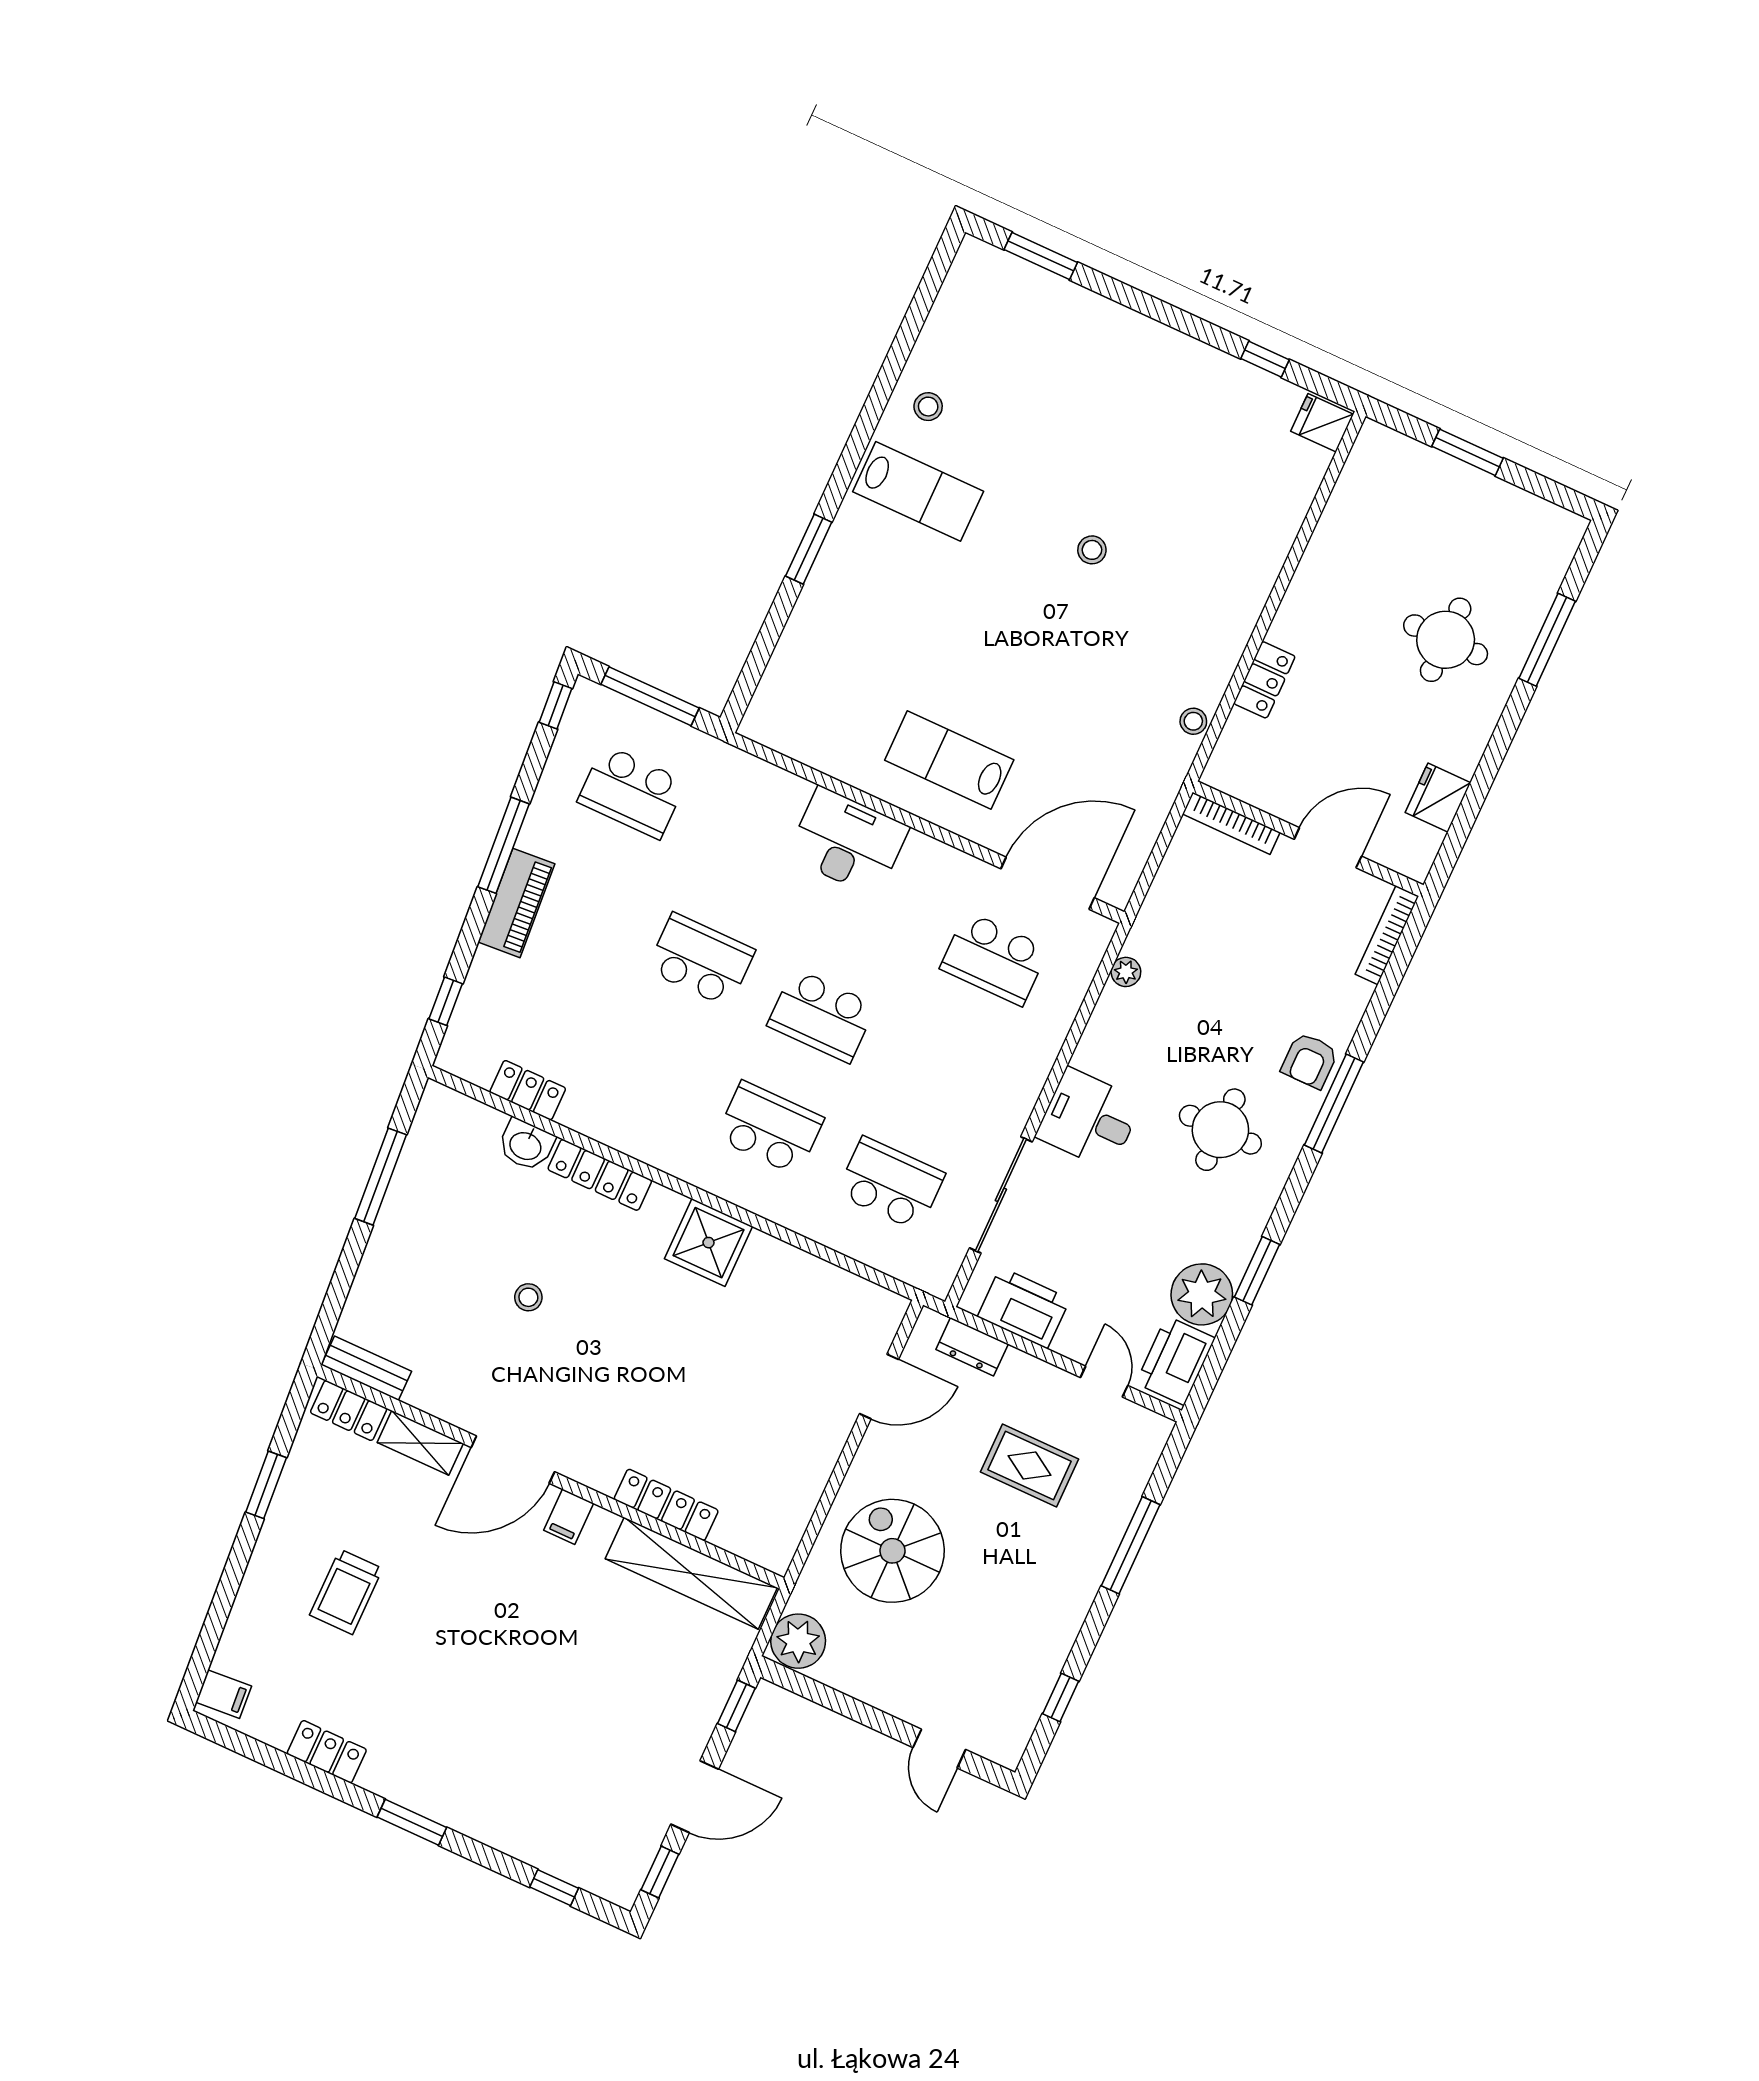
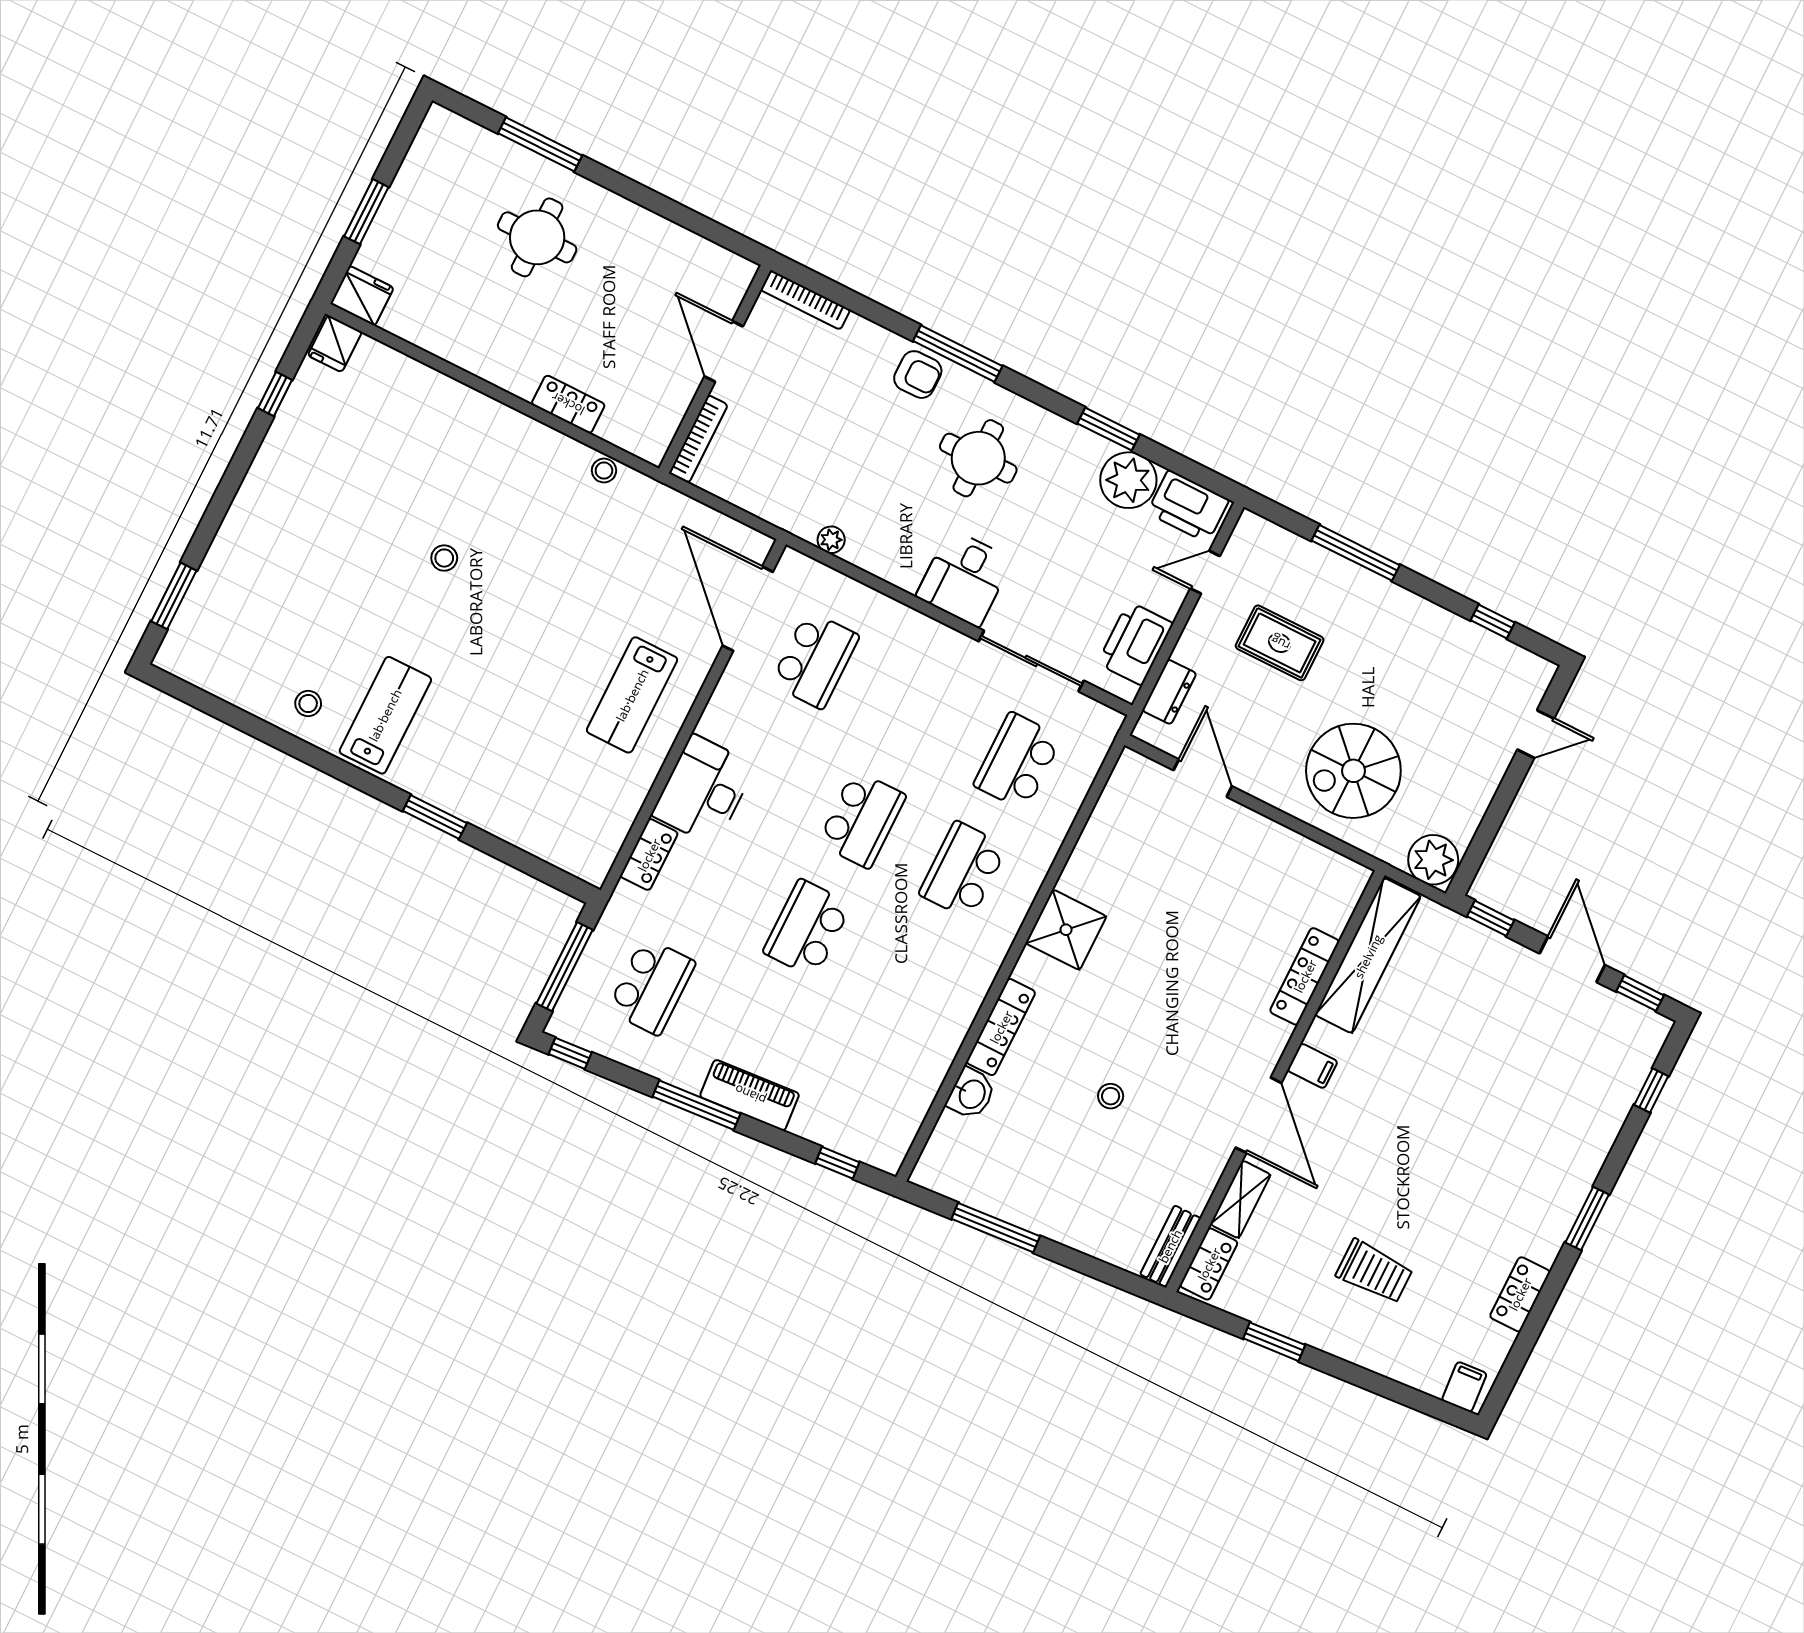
fridge: (1438, 798) -> (362, 296), moved, turned 180
locker: (528, 1090) -> (649, 855), moved, turned 180
rug: (1029, 1465) -> (1280, 643), turned 90

